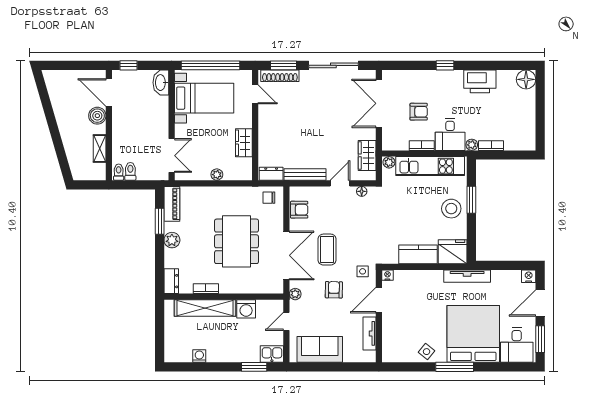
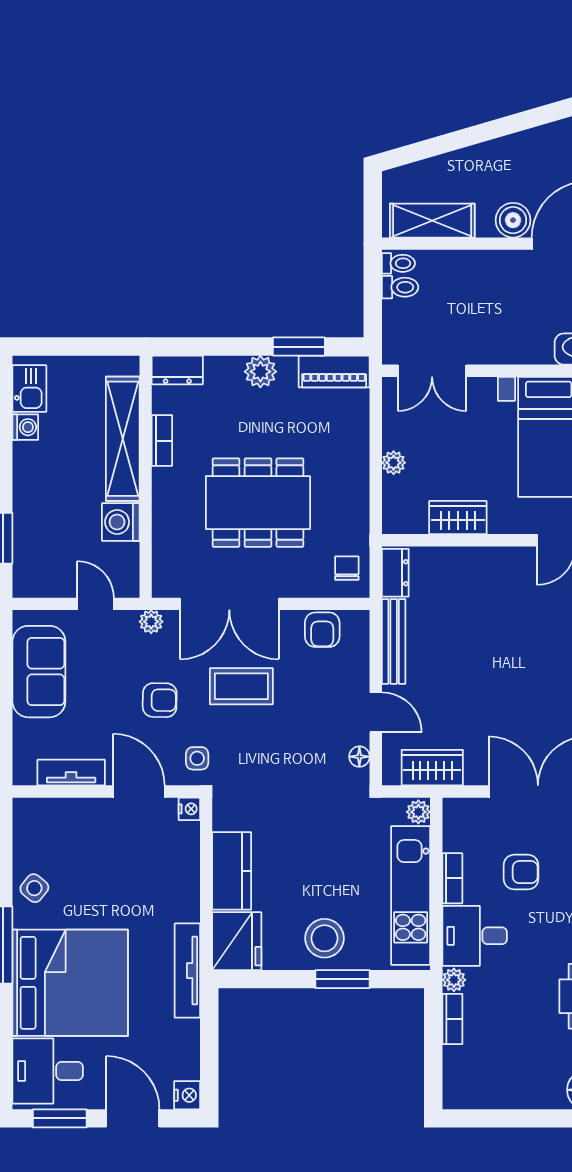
armchair: (419, 112) -> (521, 872), turned -90
shelving: (100, 149) -> (432, 221), width x1.50, depth x1.33
kitchen sink: (272, 354) -> (29, 389), moved

